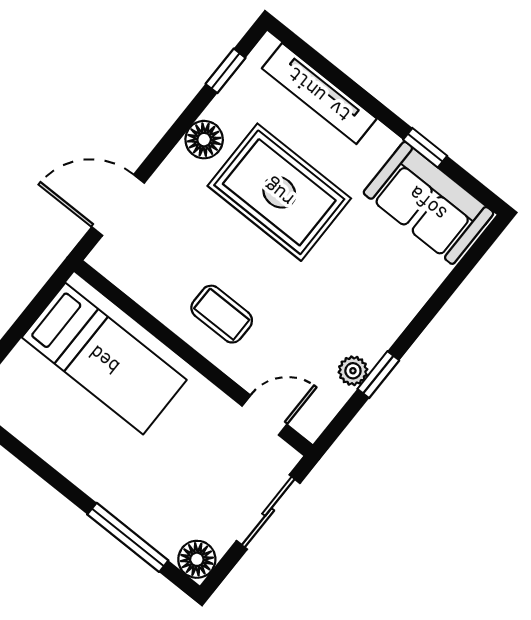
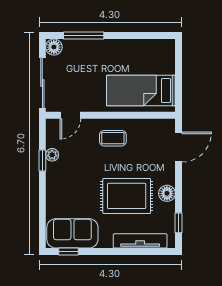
window: (425, 148) -> (68, 251), moved
sliding door: (268, 512) -> (42, 83), width x1.37

